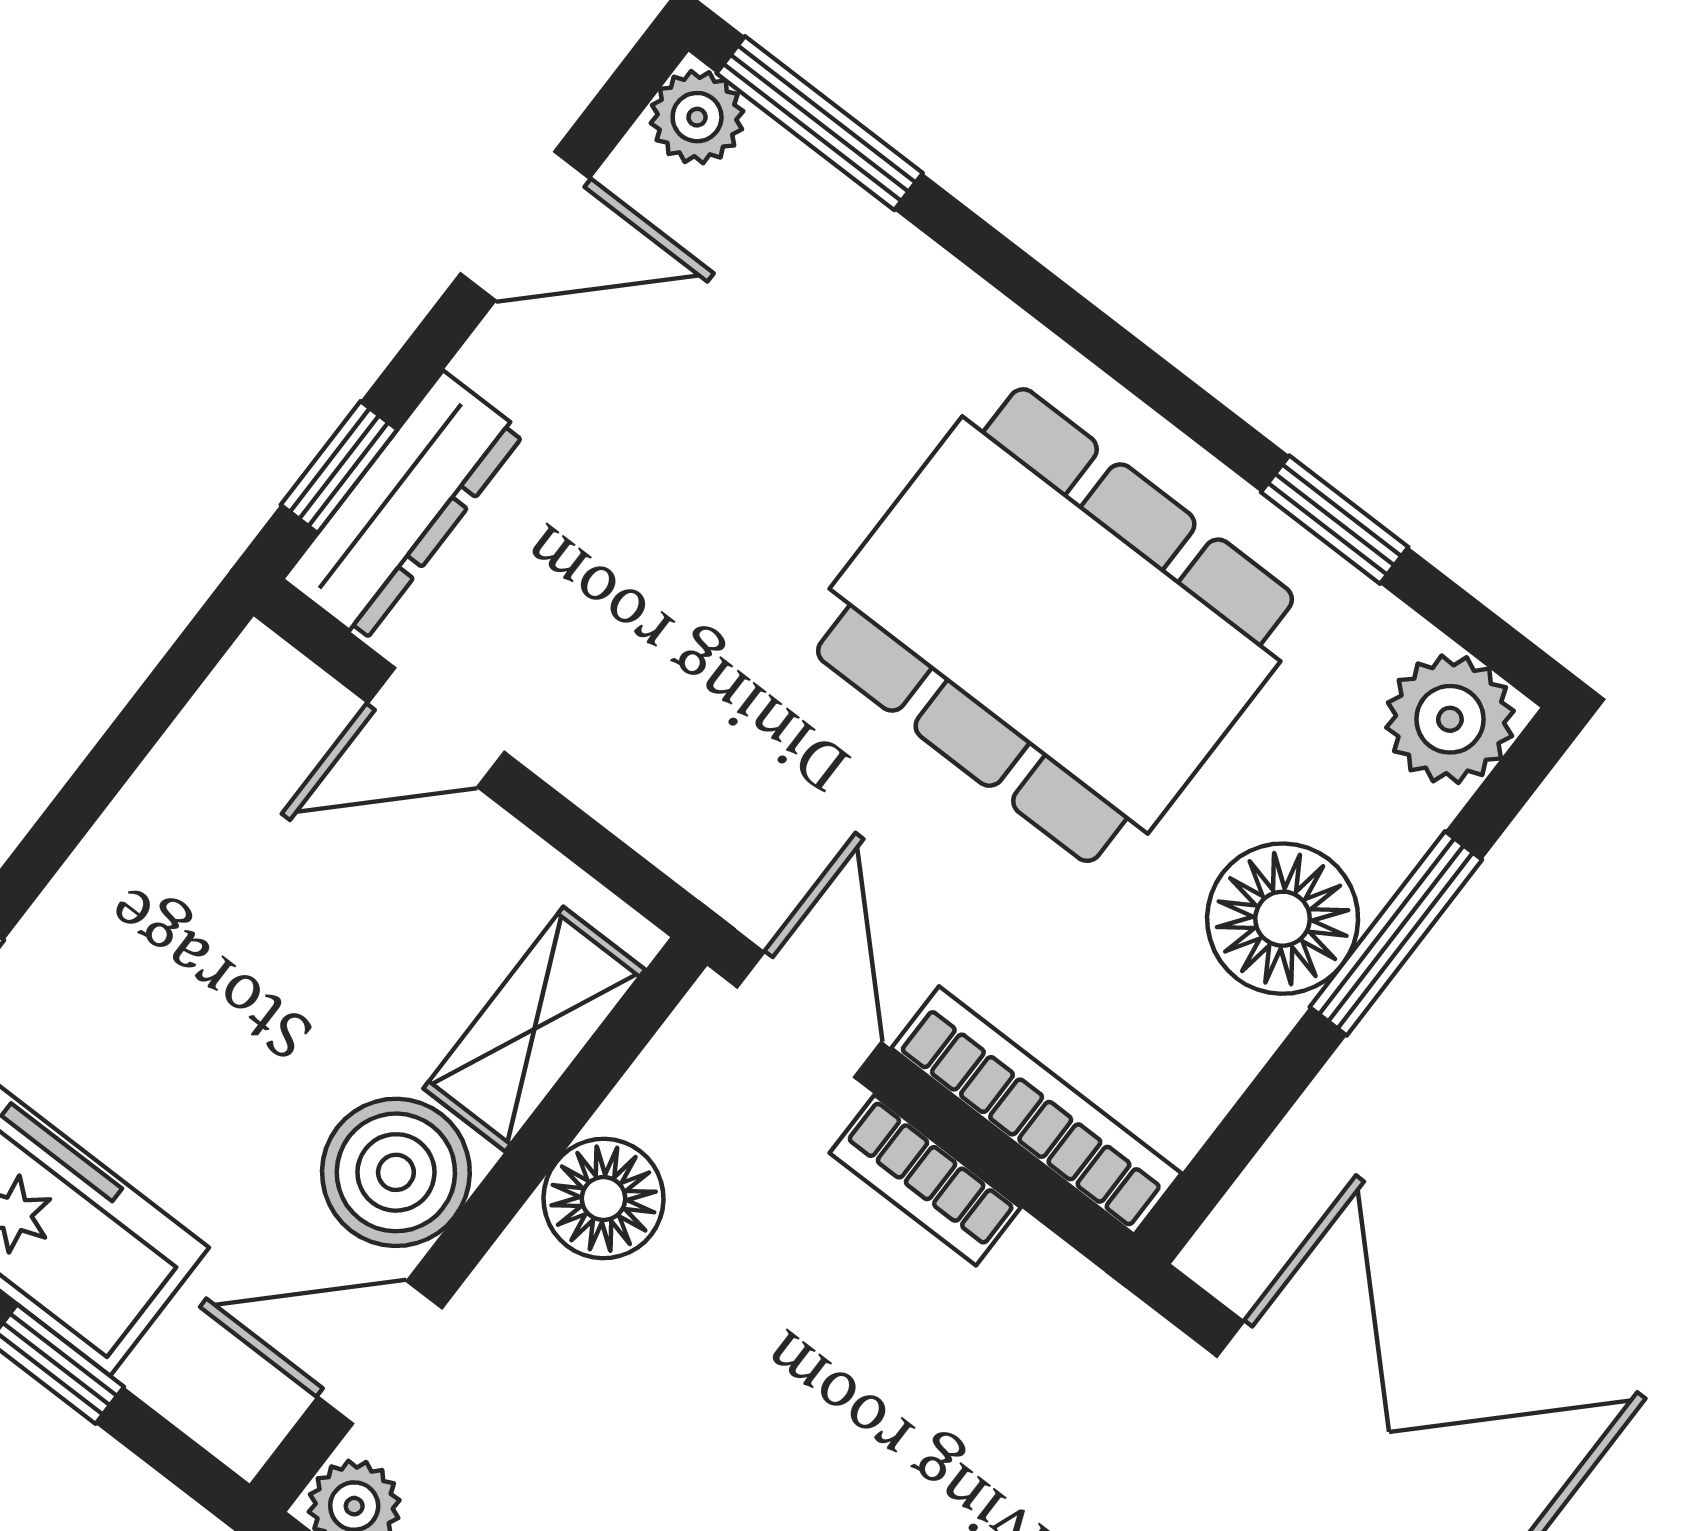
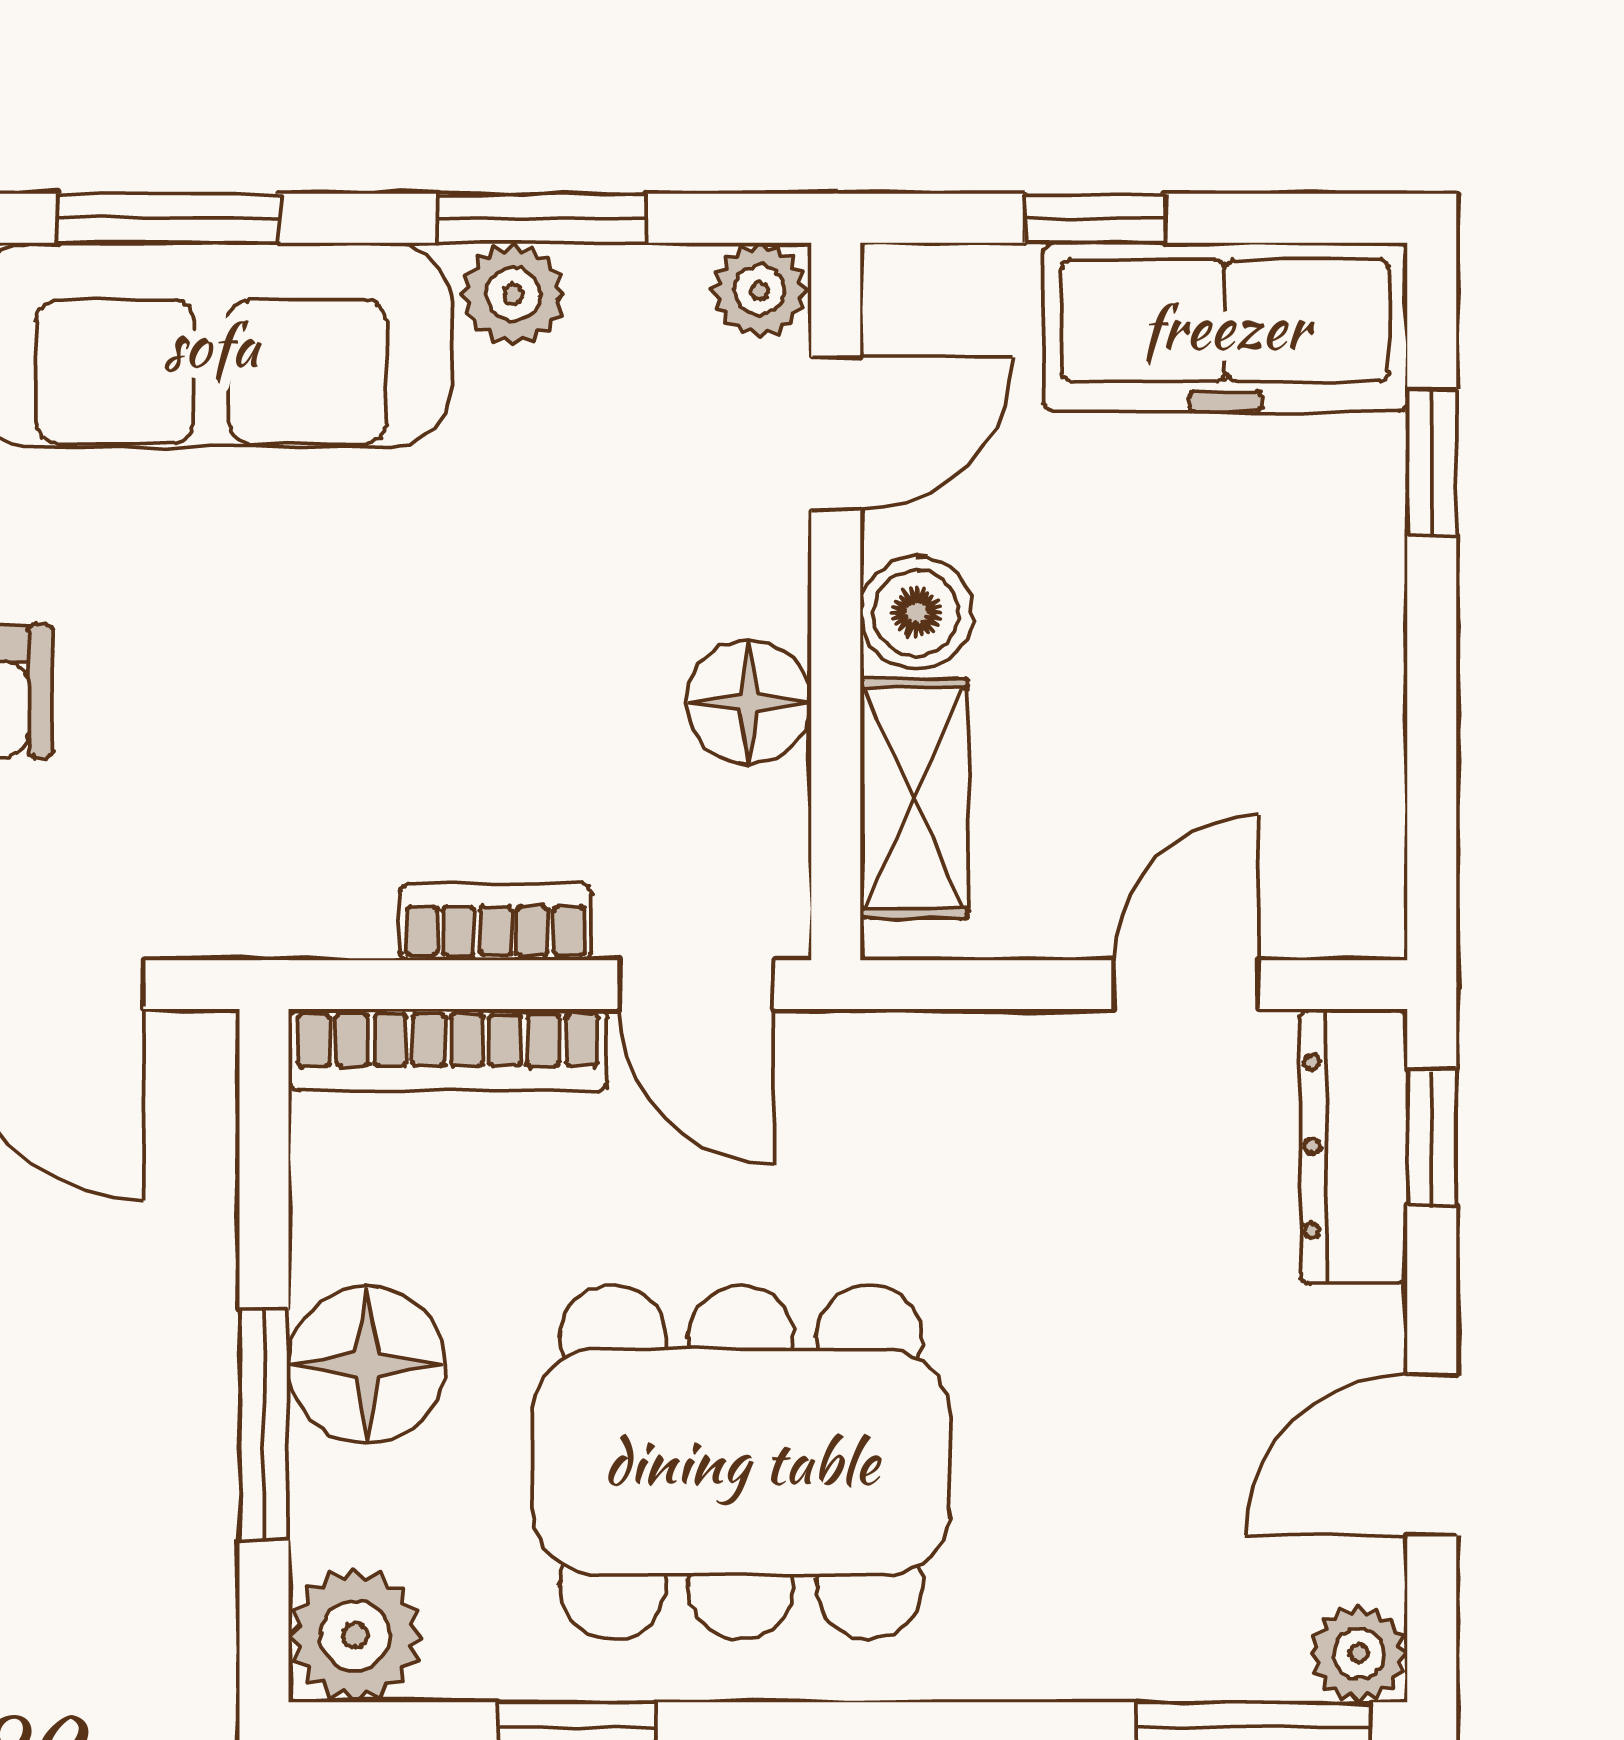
boiler: (396, 1172) -> (916, 613), width x0.73, depth x0.73

